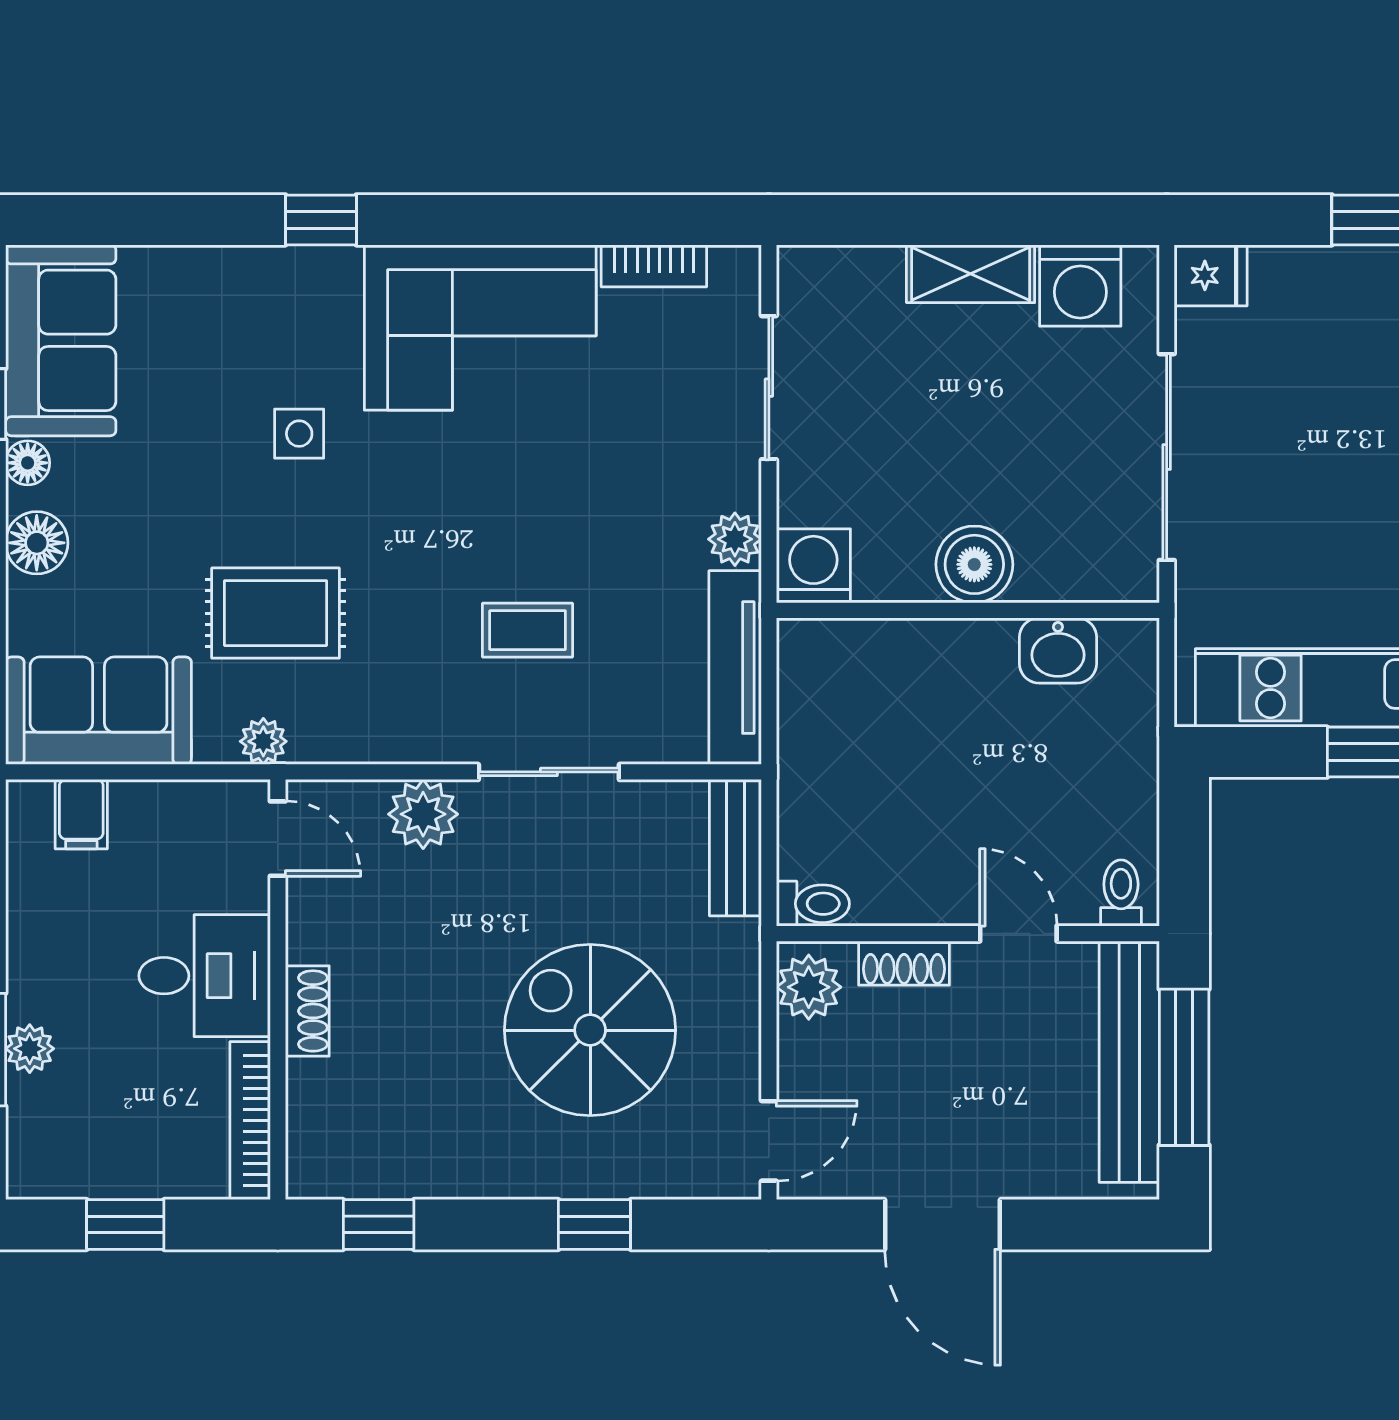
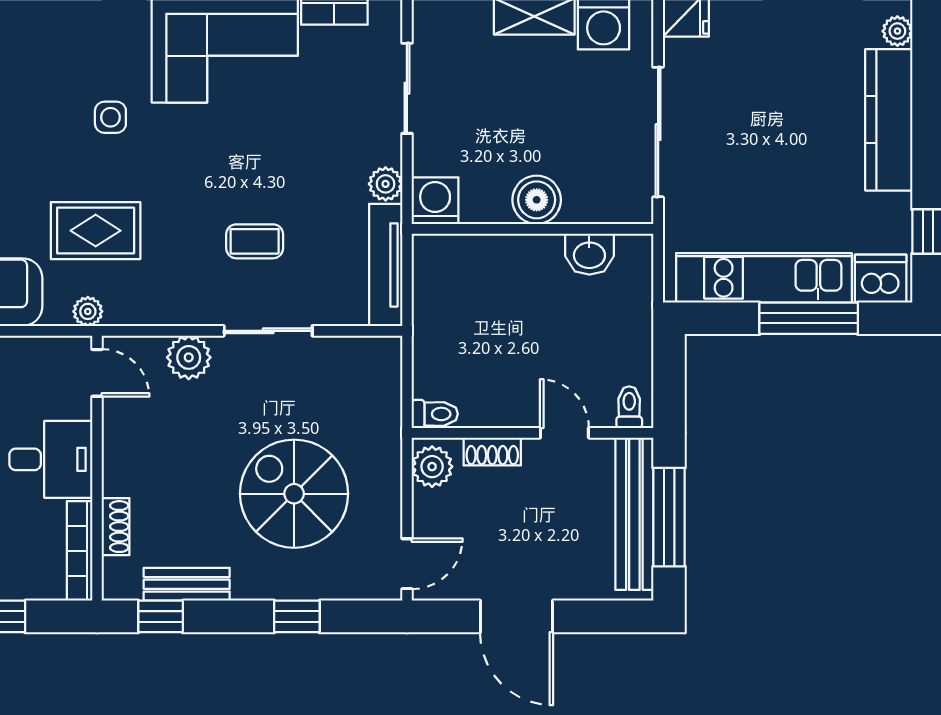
bench: (735, 848) -> (187, 584), moved, turned 90
shoe rack: (307, 1011) -> (116, 527), moved

